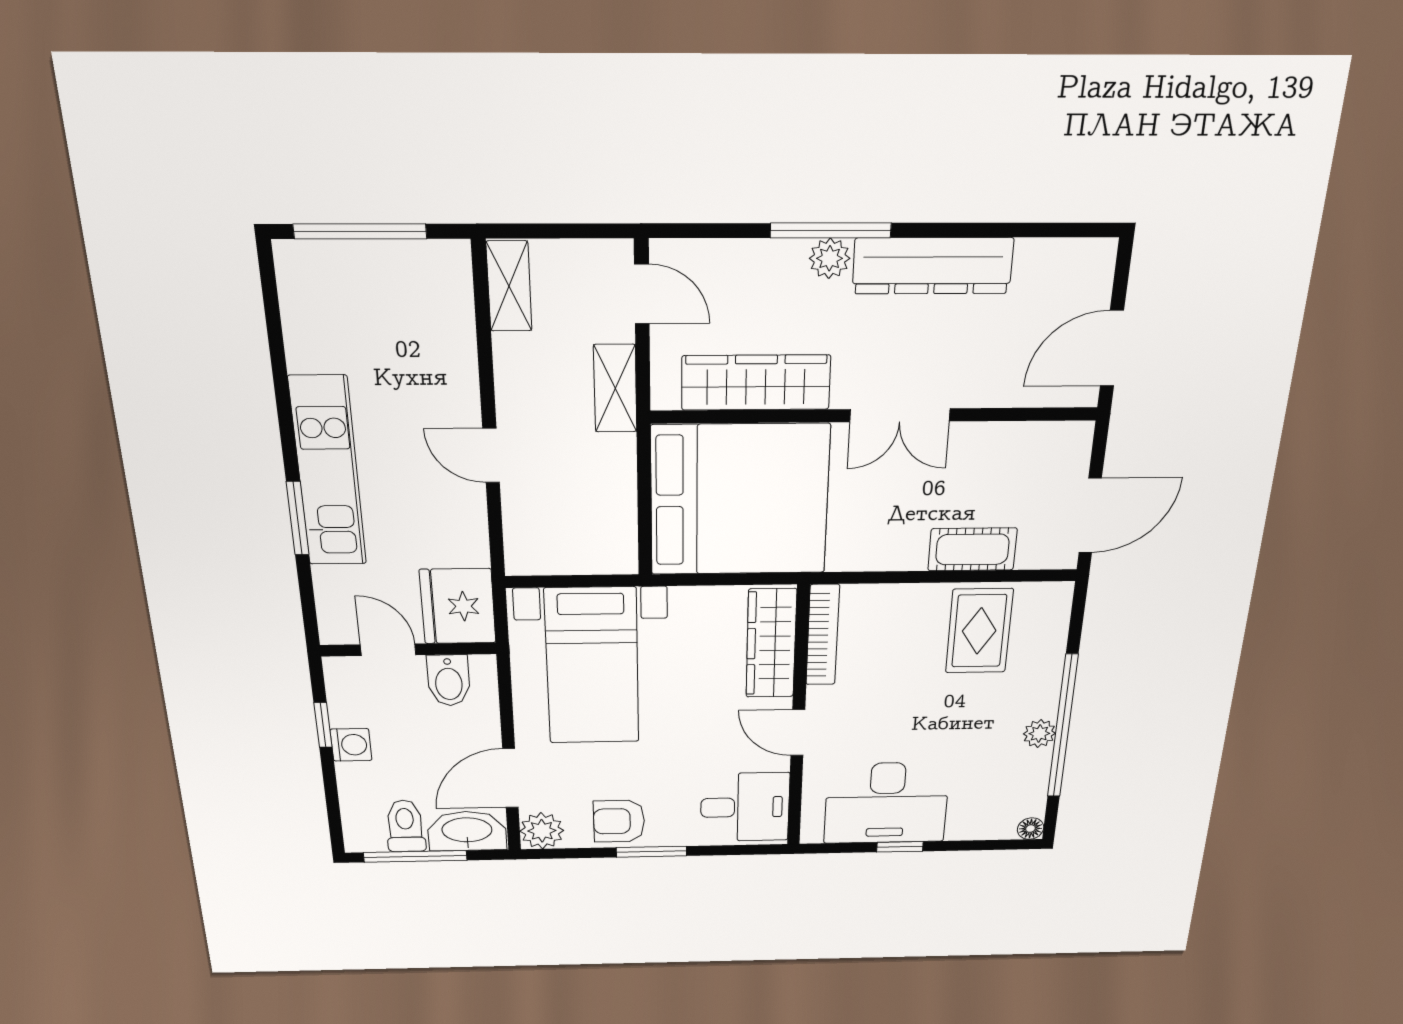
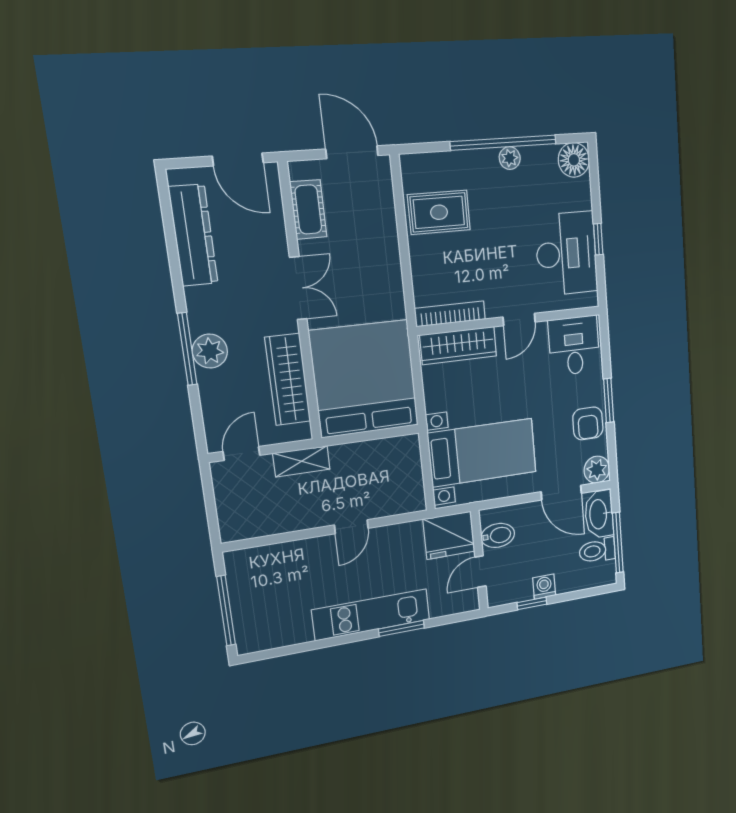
plant: (830, 258) -> (210, 351), width x1.38, depth x1.38
dresser: (933, 266) -> (193, 235), moved
shelving: (509, 286) -> (247, 528), removed
cot: (972, 549) -> (308, 209), moved
floor lamp: (1031, 829) -> (574, 160), width x1.89, depth x1.89

